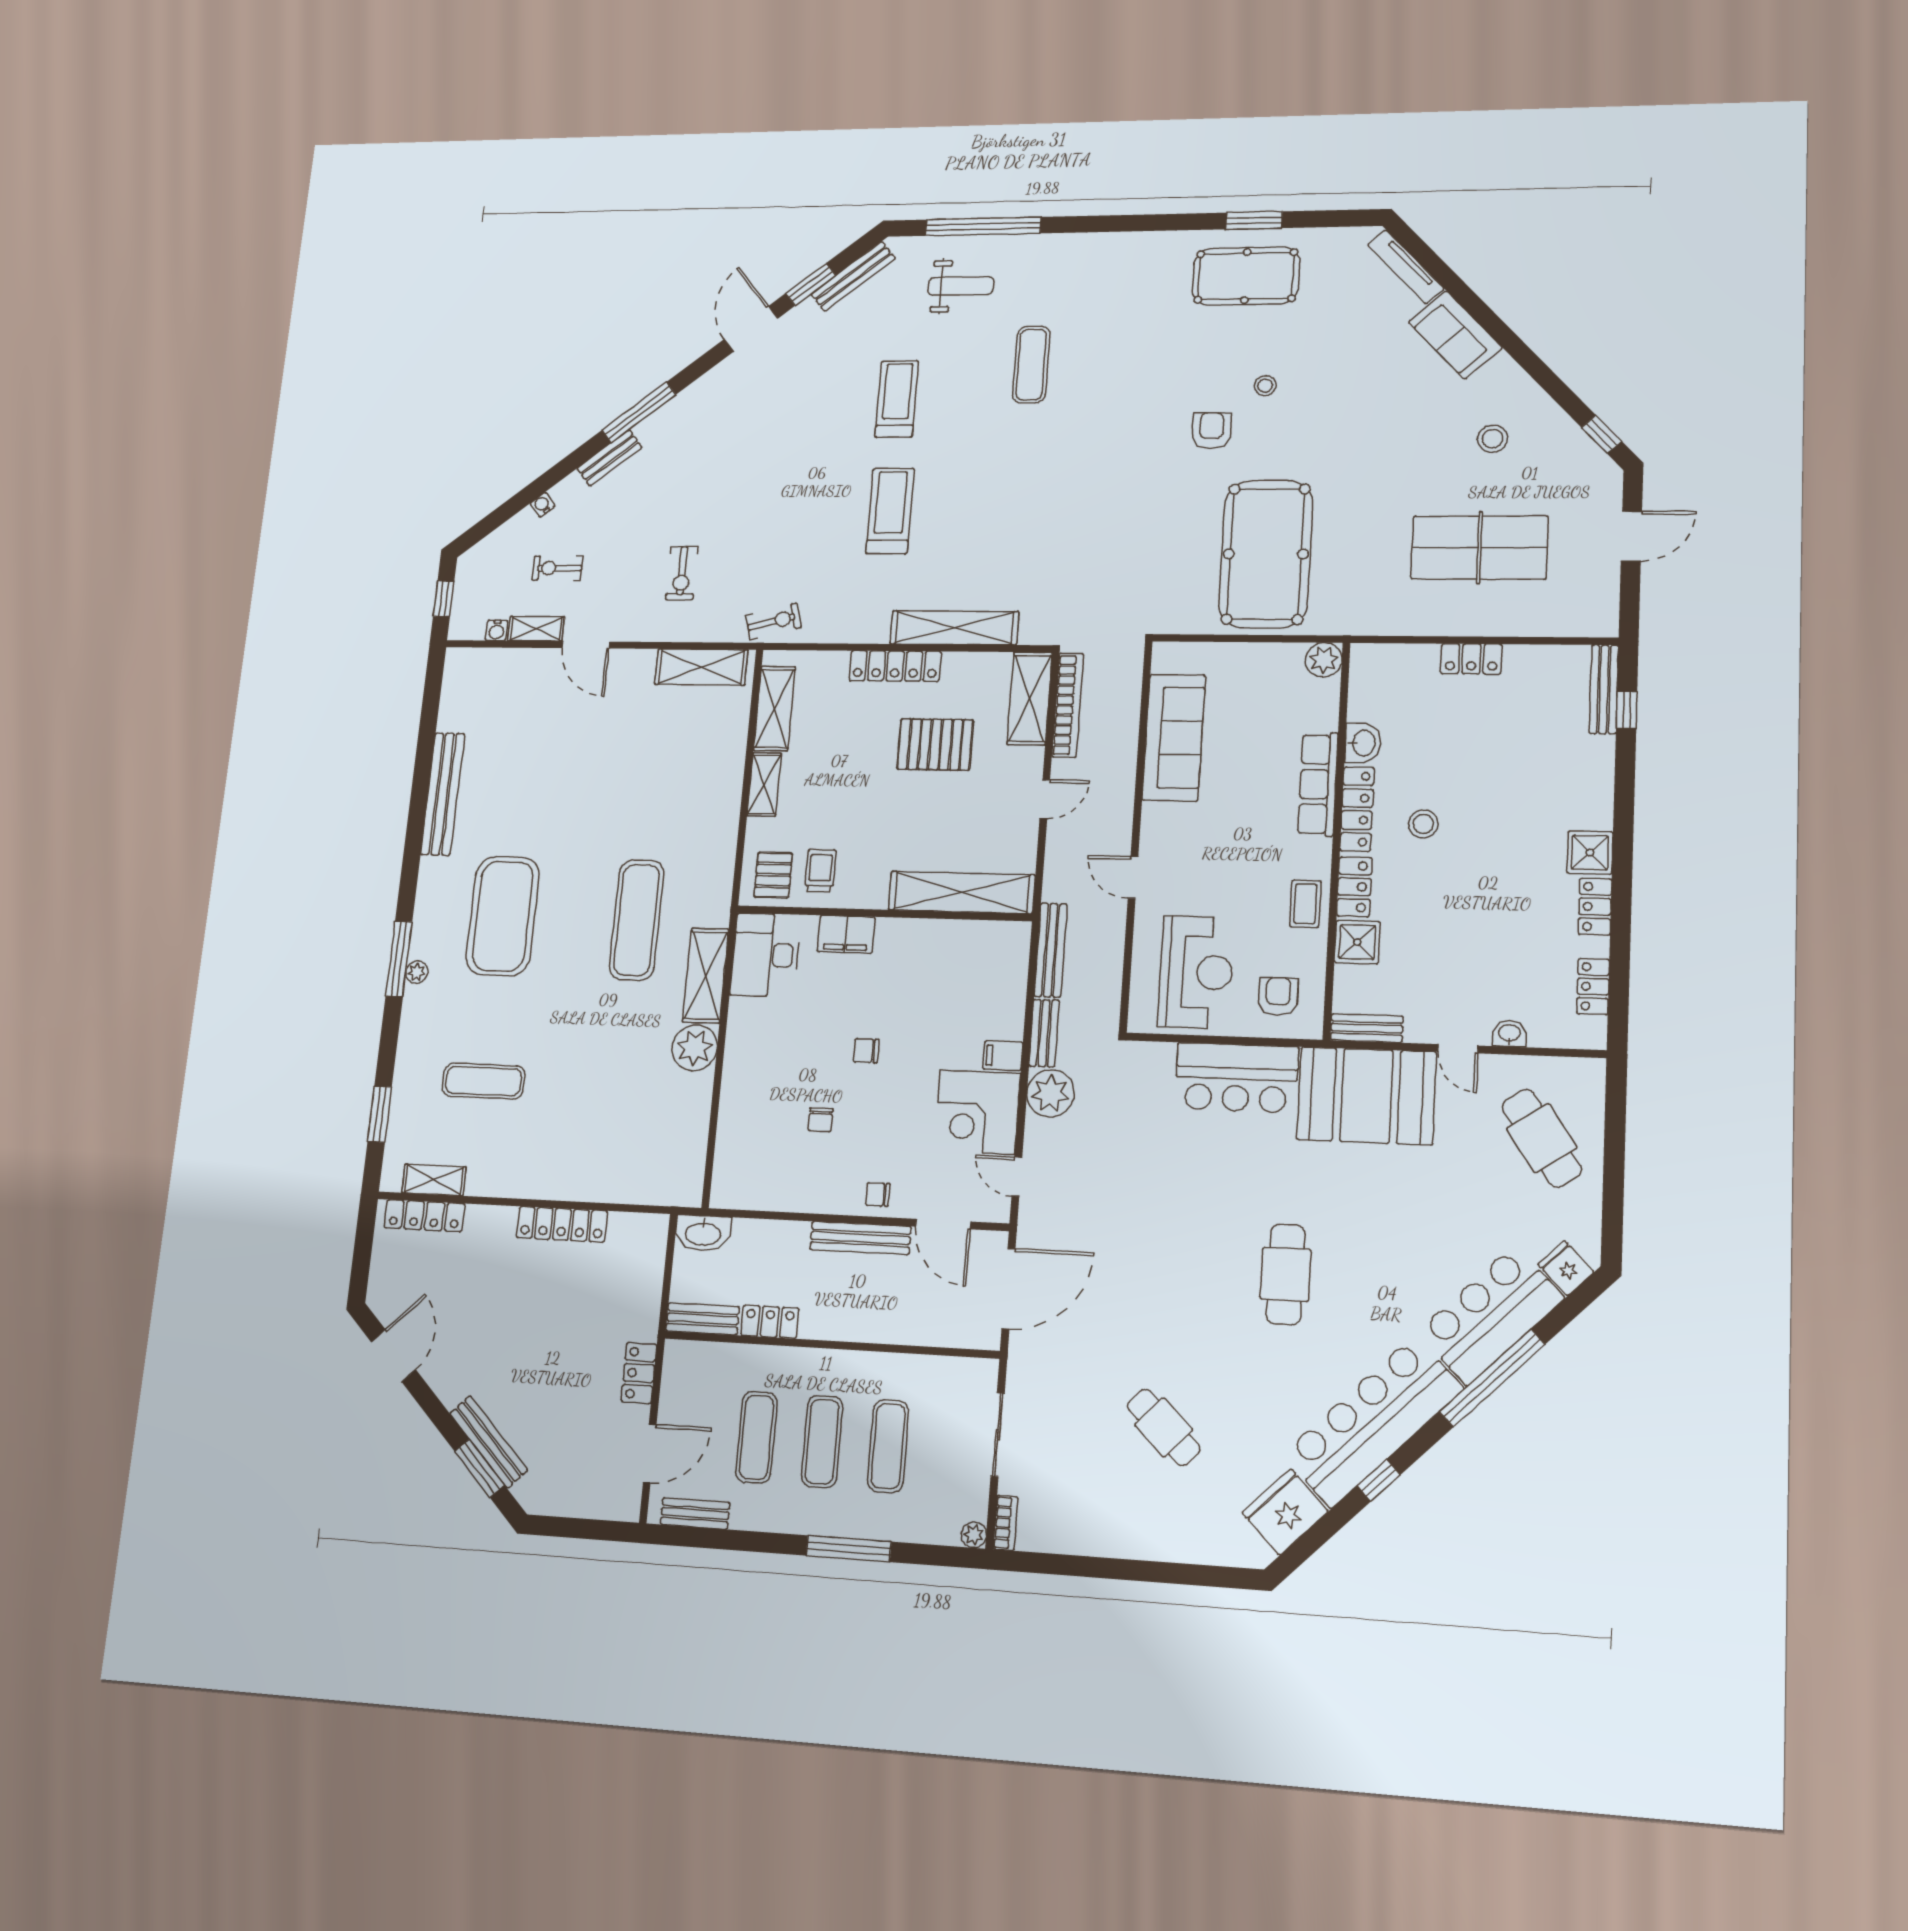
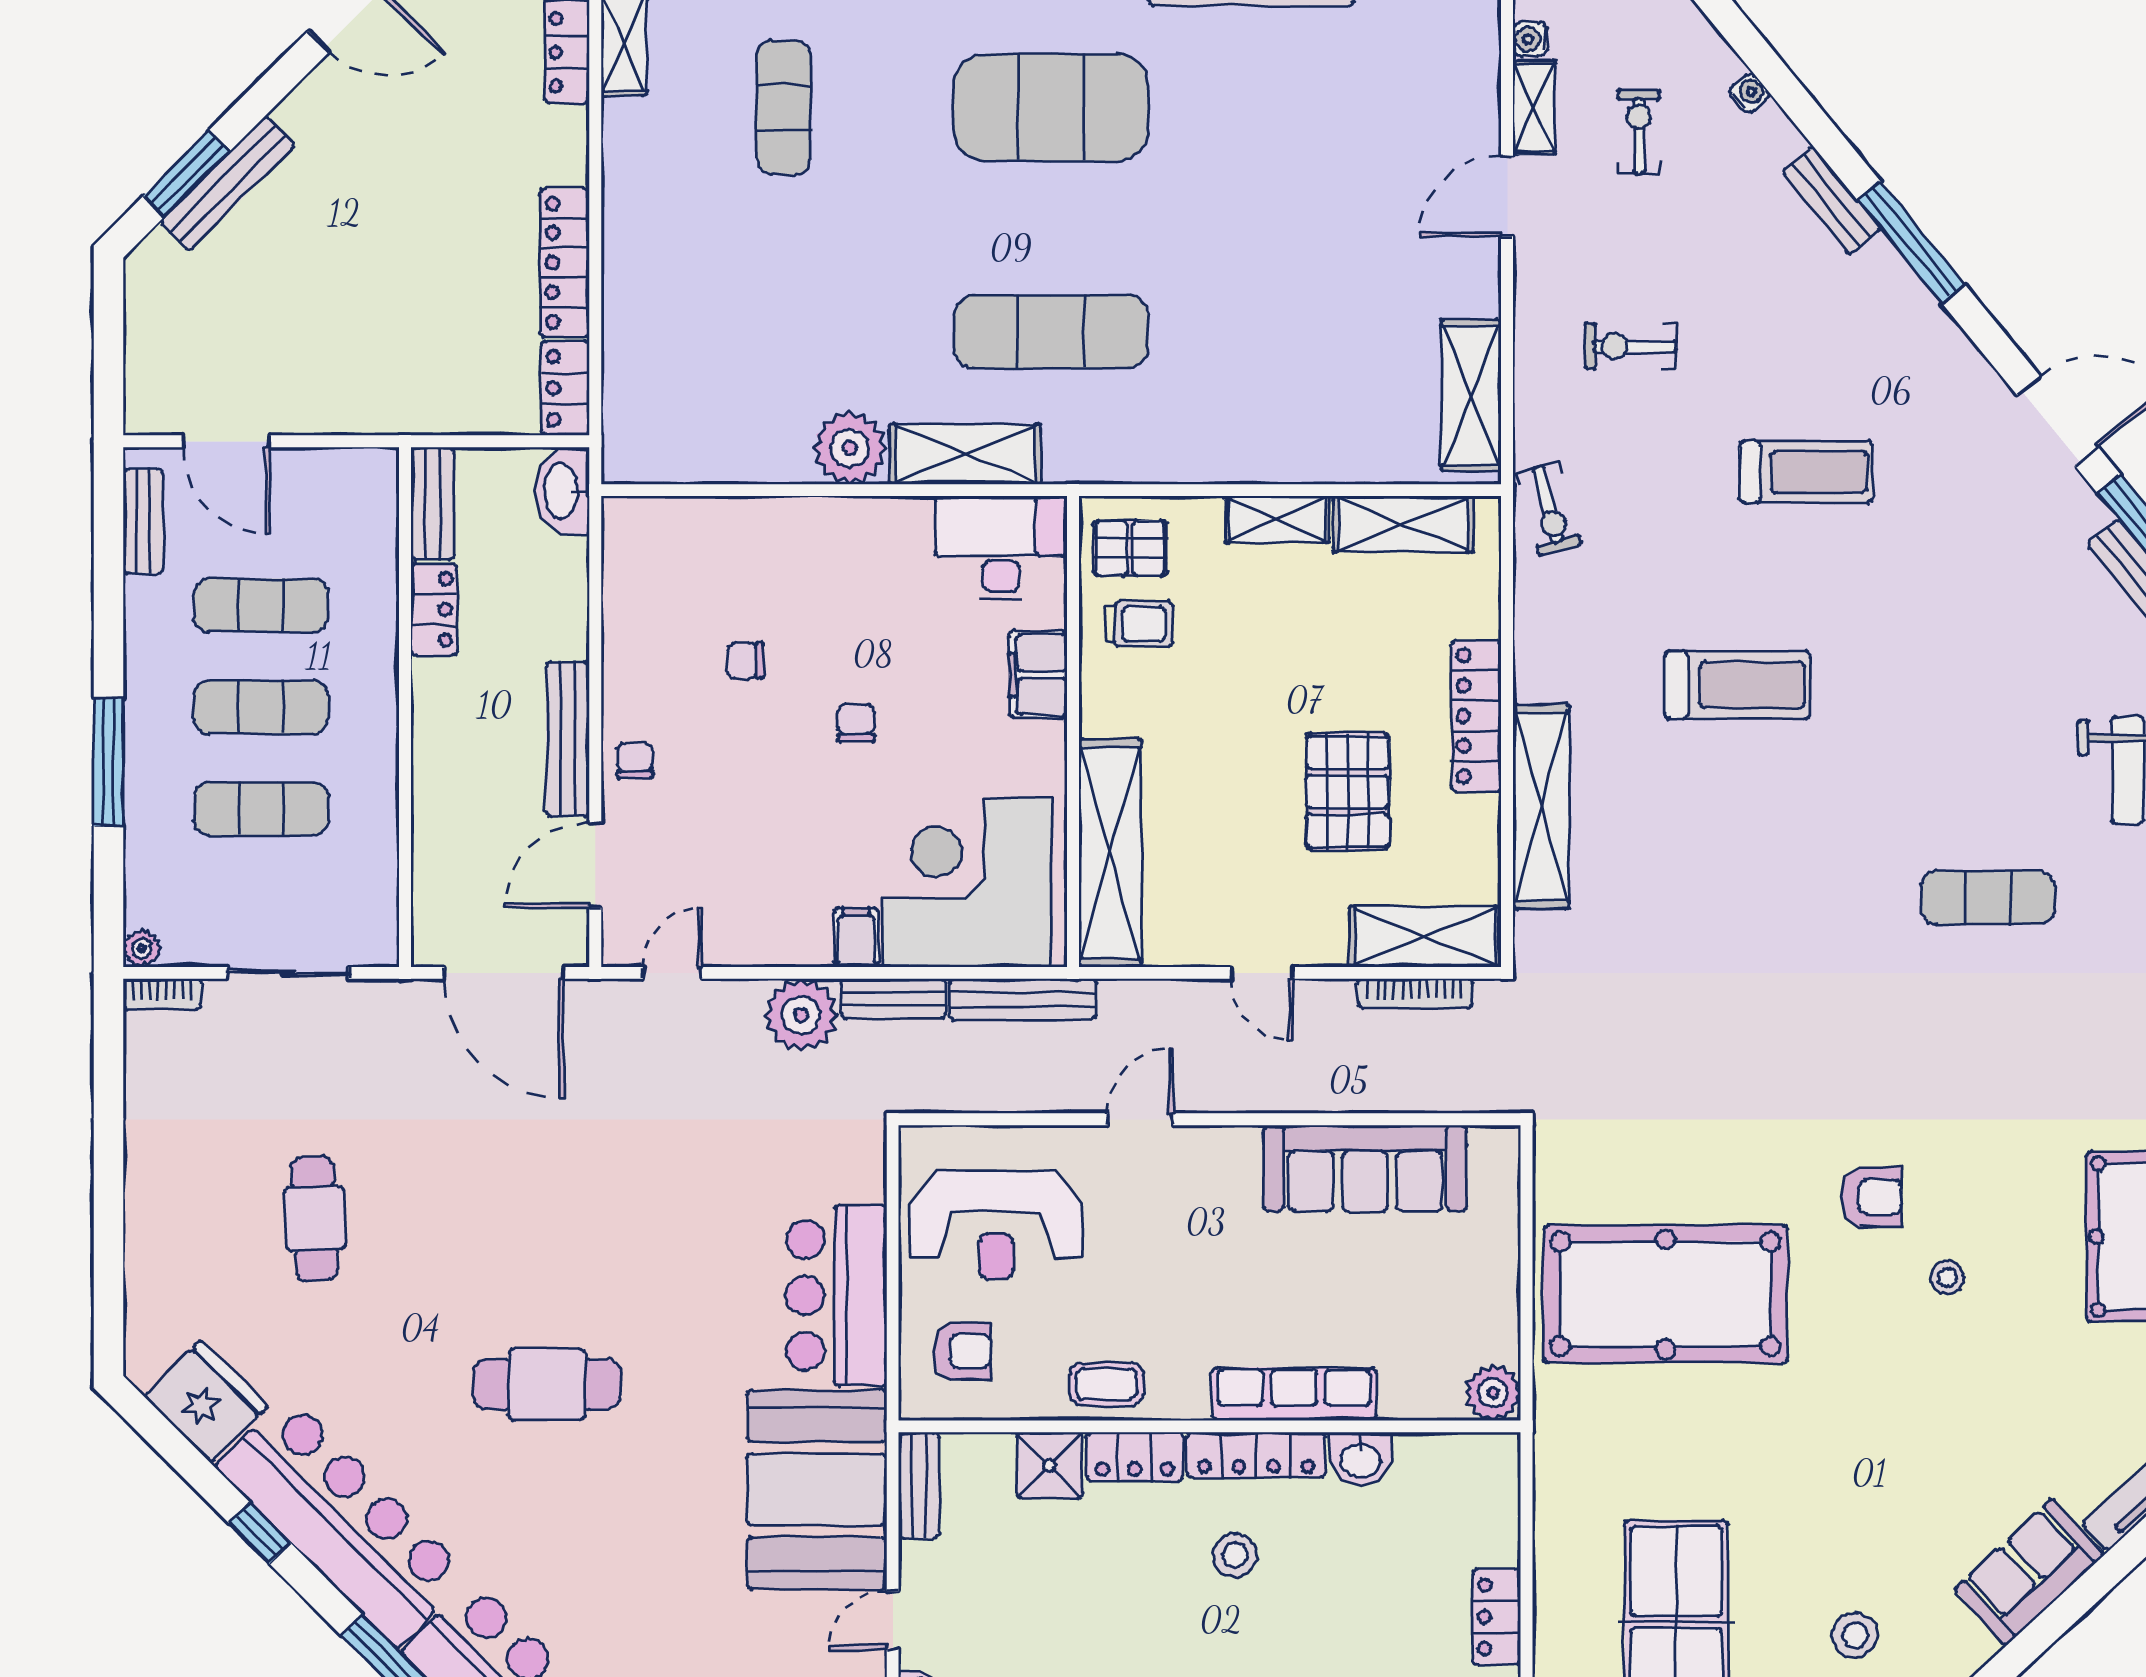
treadmill: (897, 399) -> (1806, 472), moved
bookcase: (1068, 705) -> (1415, 993), width x0.68, depth x0.76
corner desk: (977, 1112) -> (967, 882), moved, width x1.36, depth x1.36
locker: (639, 1373) -> (565, 388), moved, turned -90
cafe table: (1164, 1427) -> (315, 1218), turned -47

